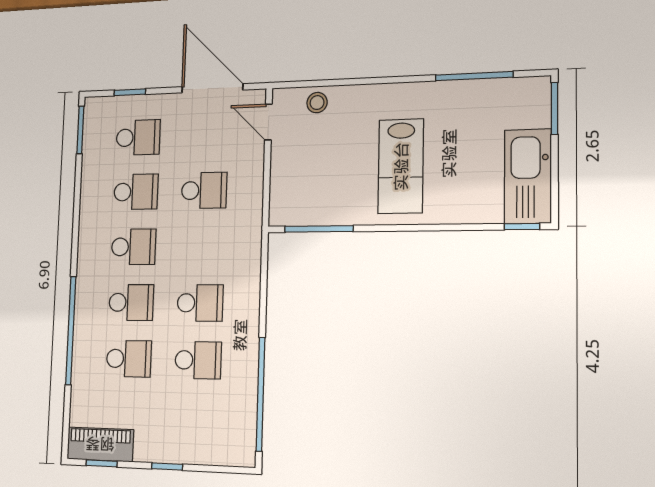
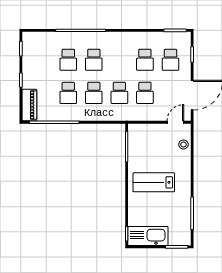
school desk: (133, 247) -> (119, 93), moved
piano: (100, 444) -> (29, 105), moved

